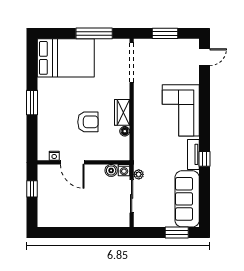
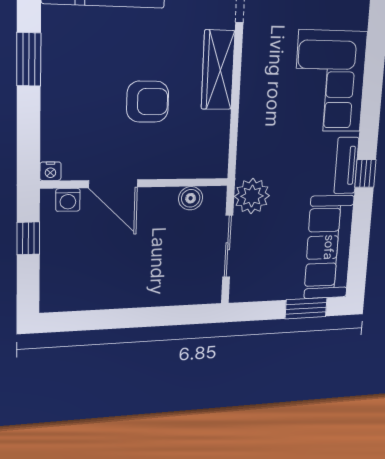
wardrobe: (122, 112) -> (218, 70), width x1.50
floor lamp: (125, 131) -> (221, 121), removed
nightstand: (54, 156) -> (50, 171), moved
washing machine: (124, 170) -> (68, 200), moved
plant: (139, 174) -> (252, 196), width x1.88, depth x1.88

